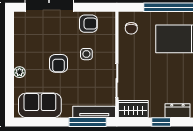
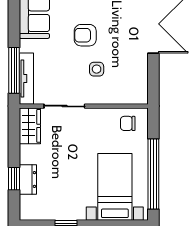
armchair: (88, 24) -> (133, 71), removed
window: (161, 122) -> (14, 179), moved

